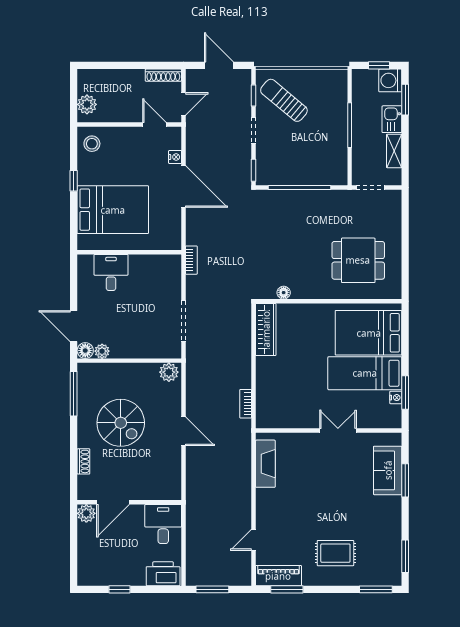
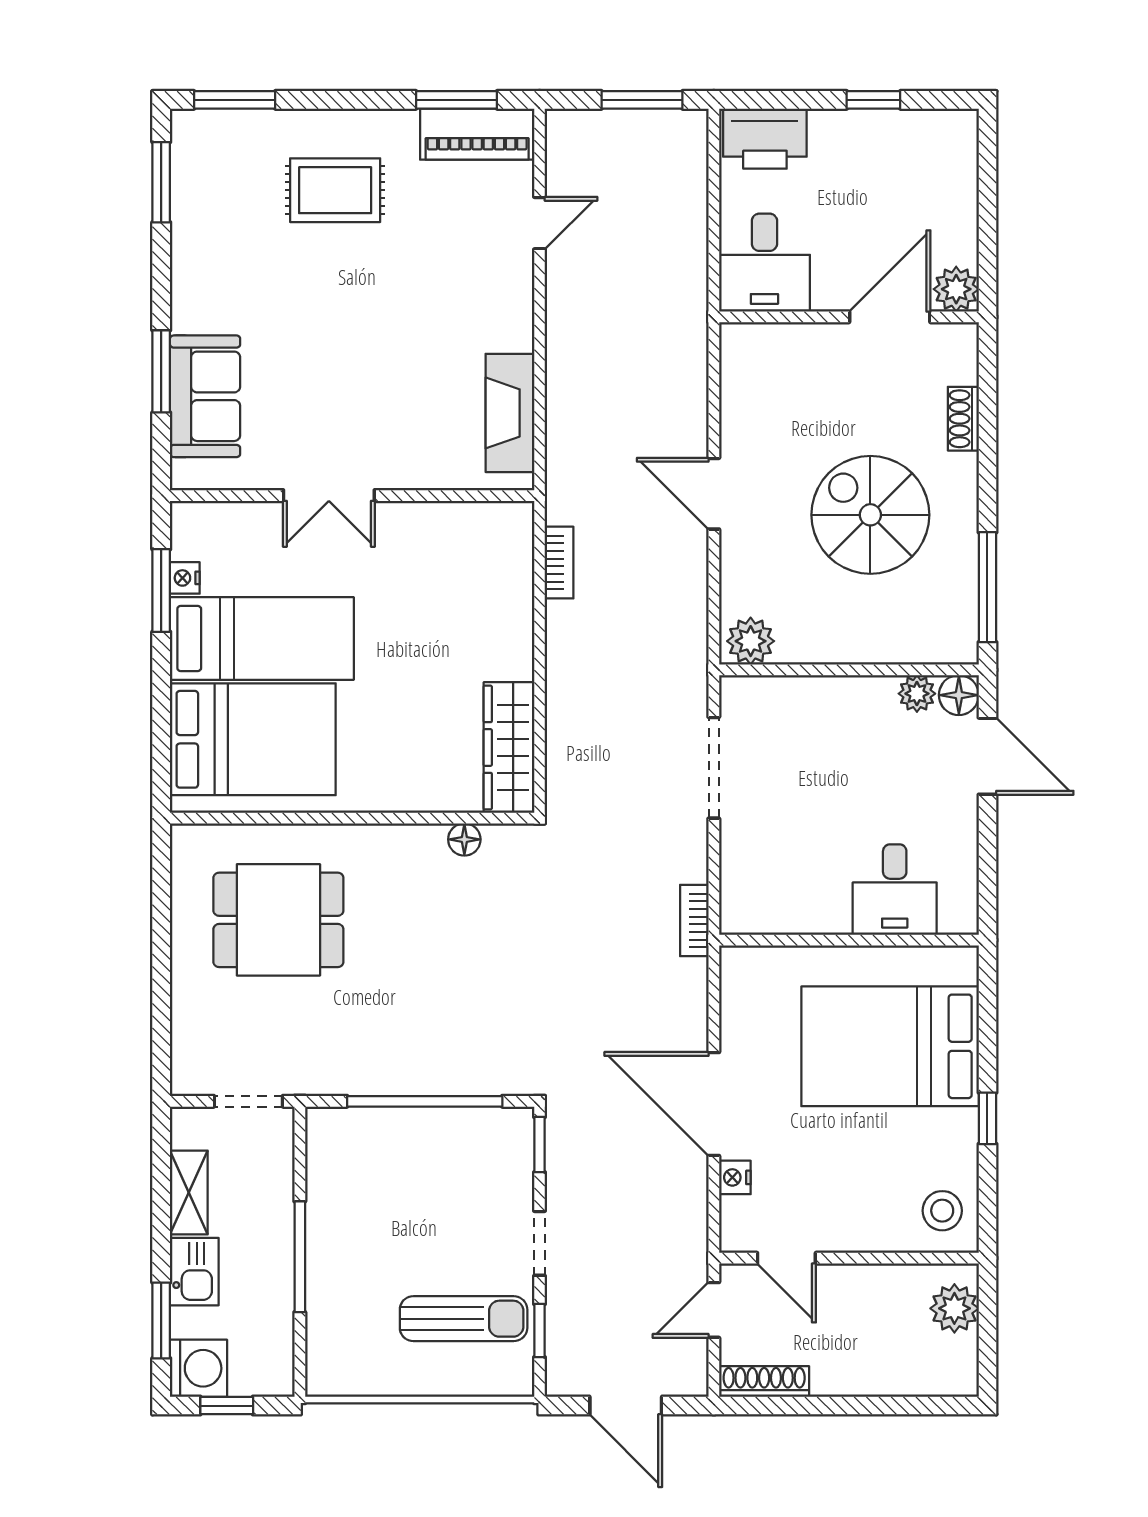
sun lounger: (284, 100) -> (464, 1319), turned -40

